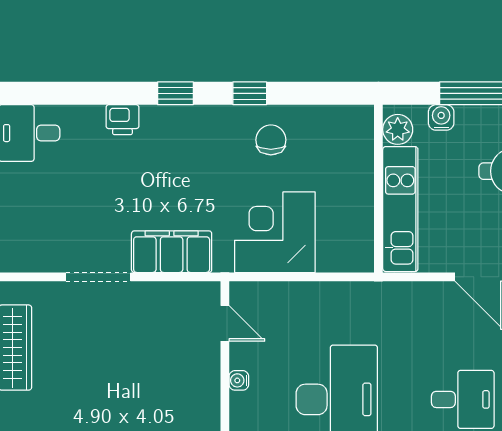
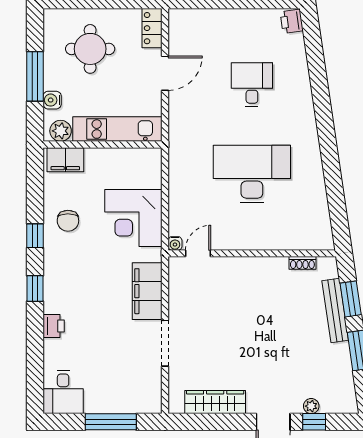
filing cabinet: (357, 136) -> (65, 160), added
chair: (271, 140) -> (68, 221), turned -90
water cooler: (239, 380) -> (175, 243), moved

